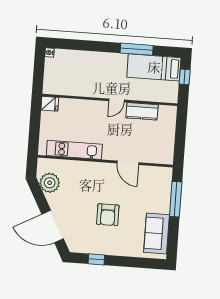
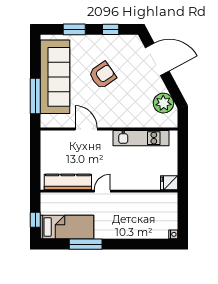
kitchen counter: (142, 111) -> (68, 182), width x1.50
armchair: (108, 215) -> (102, 75), turned 55
sofa: (157, 234) -> (55, 77), width x1.85, depth x1.27
window: (132, 262) -> (74, 29), added

